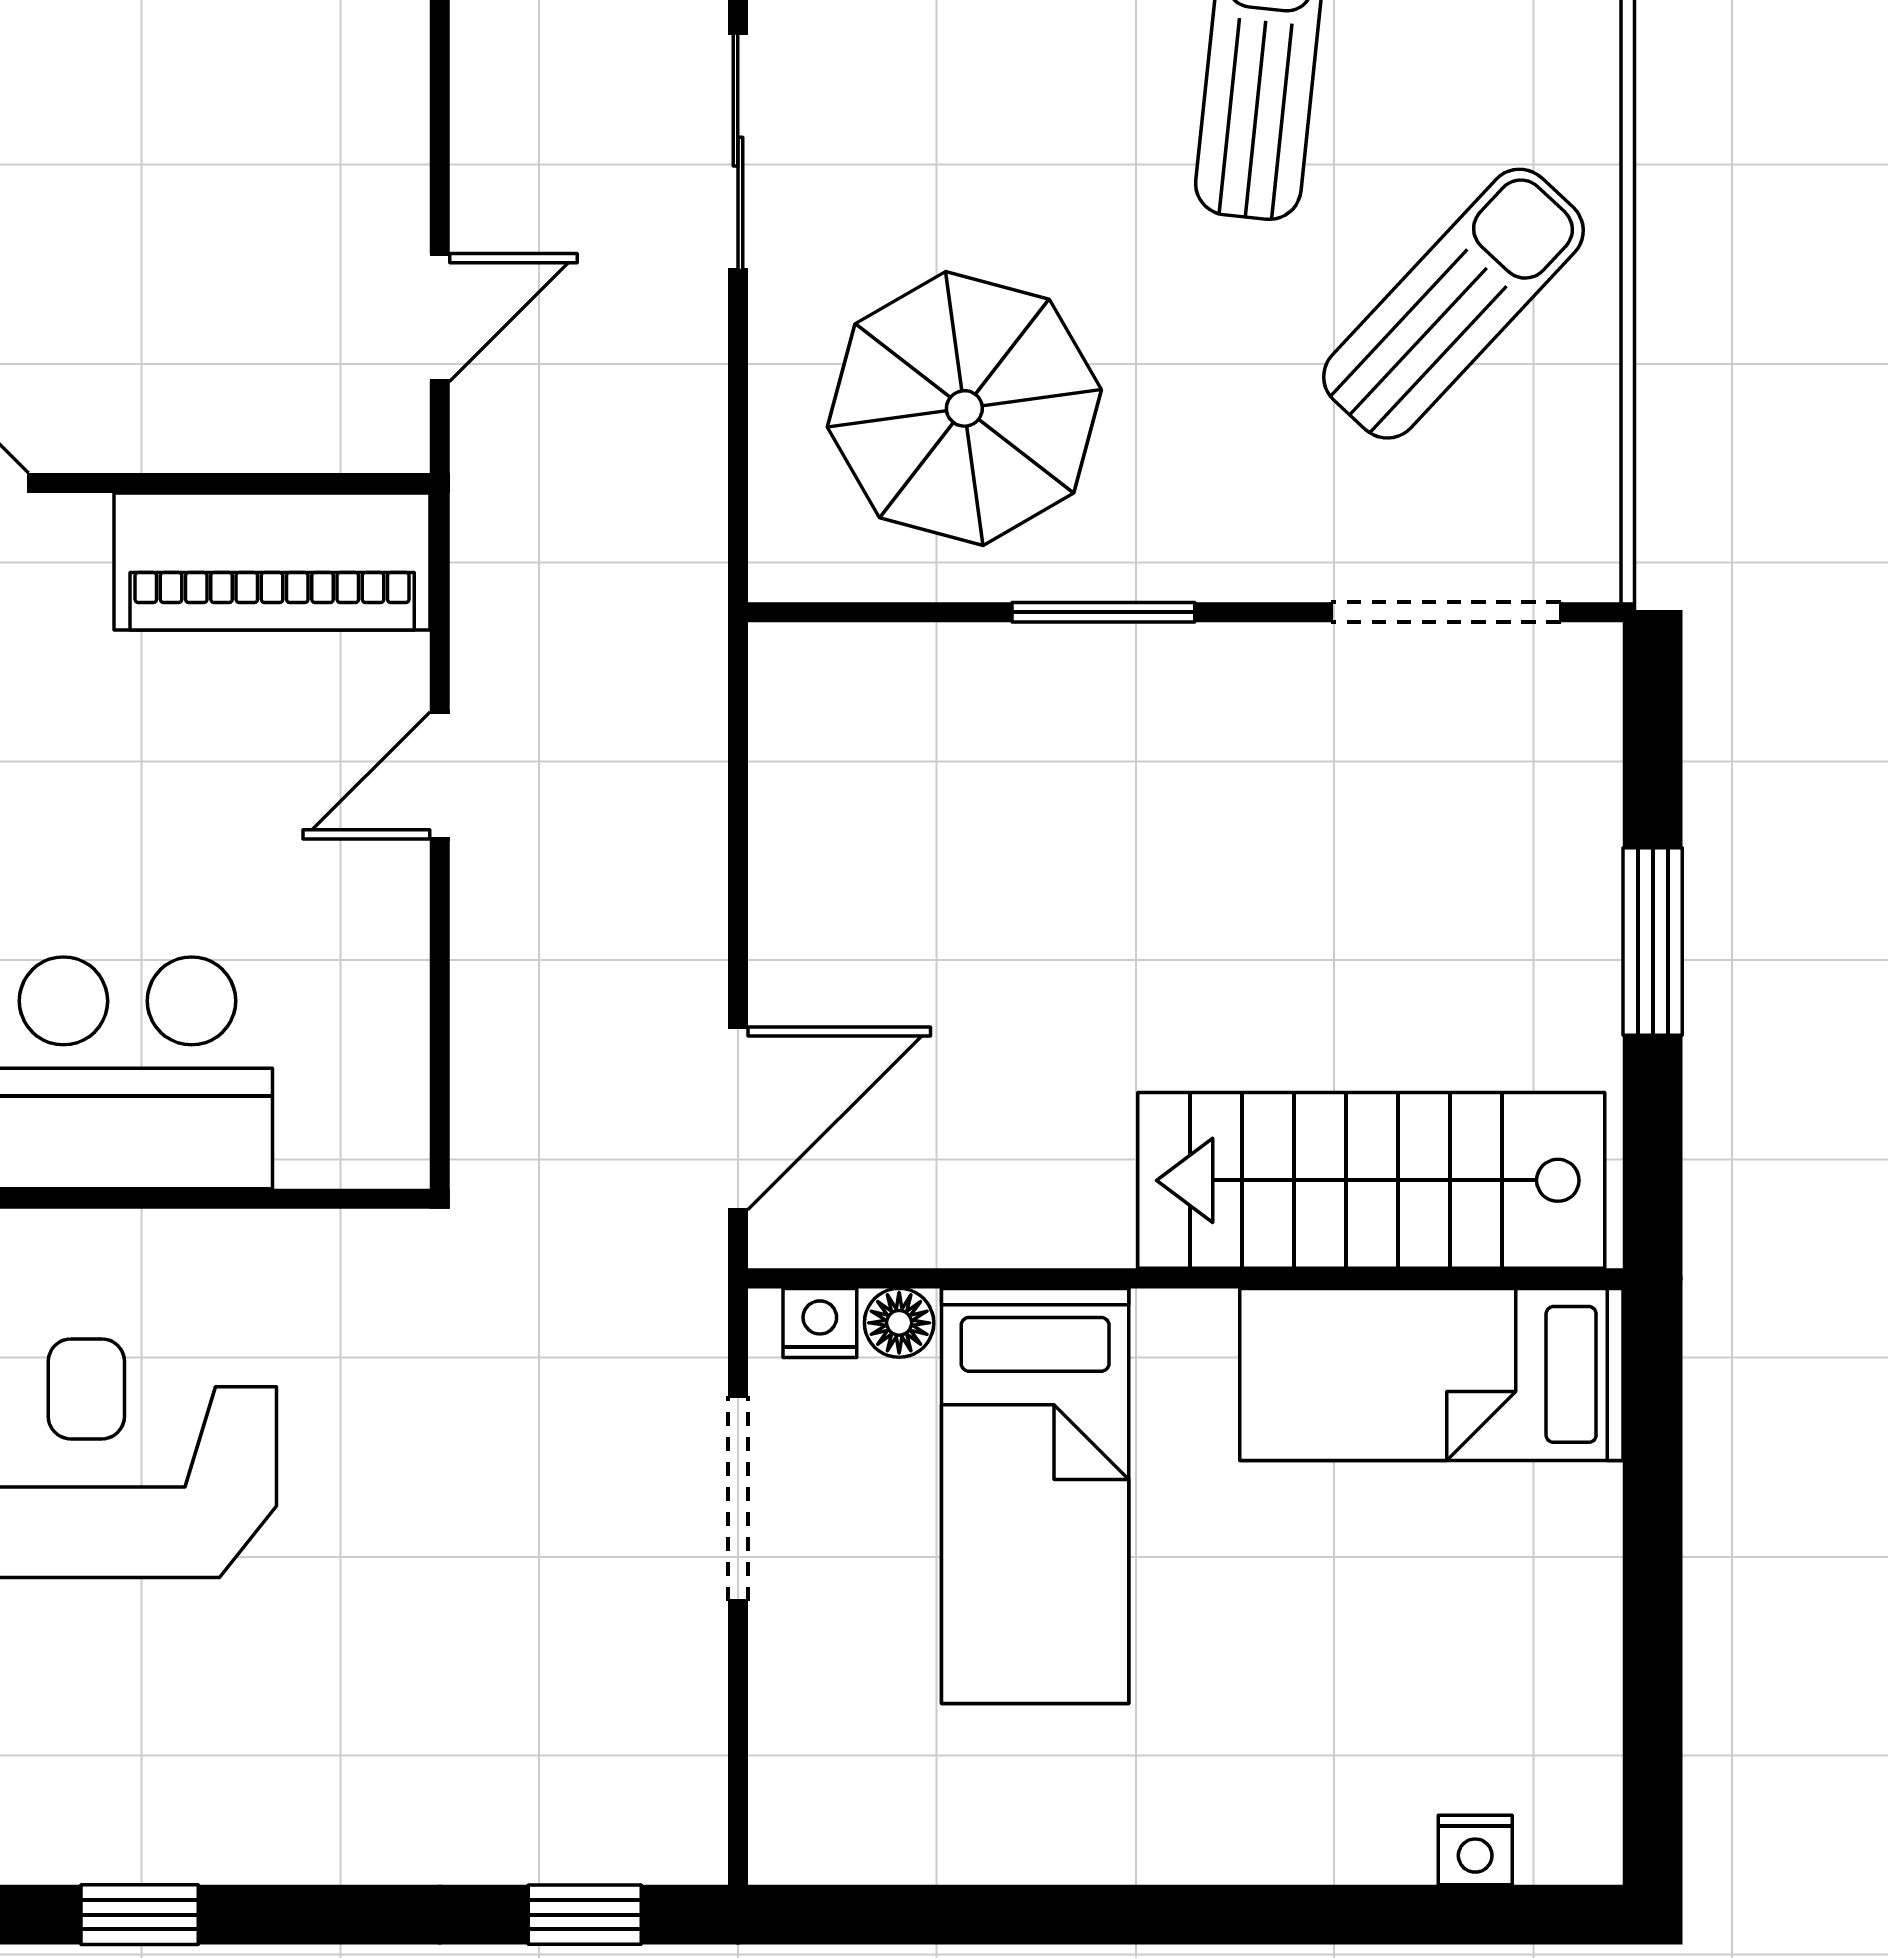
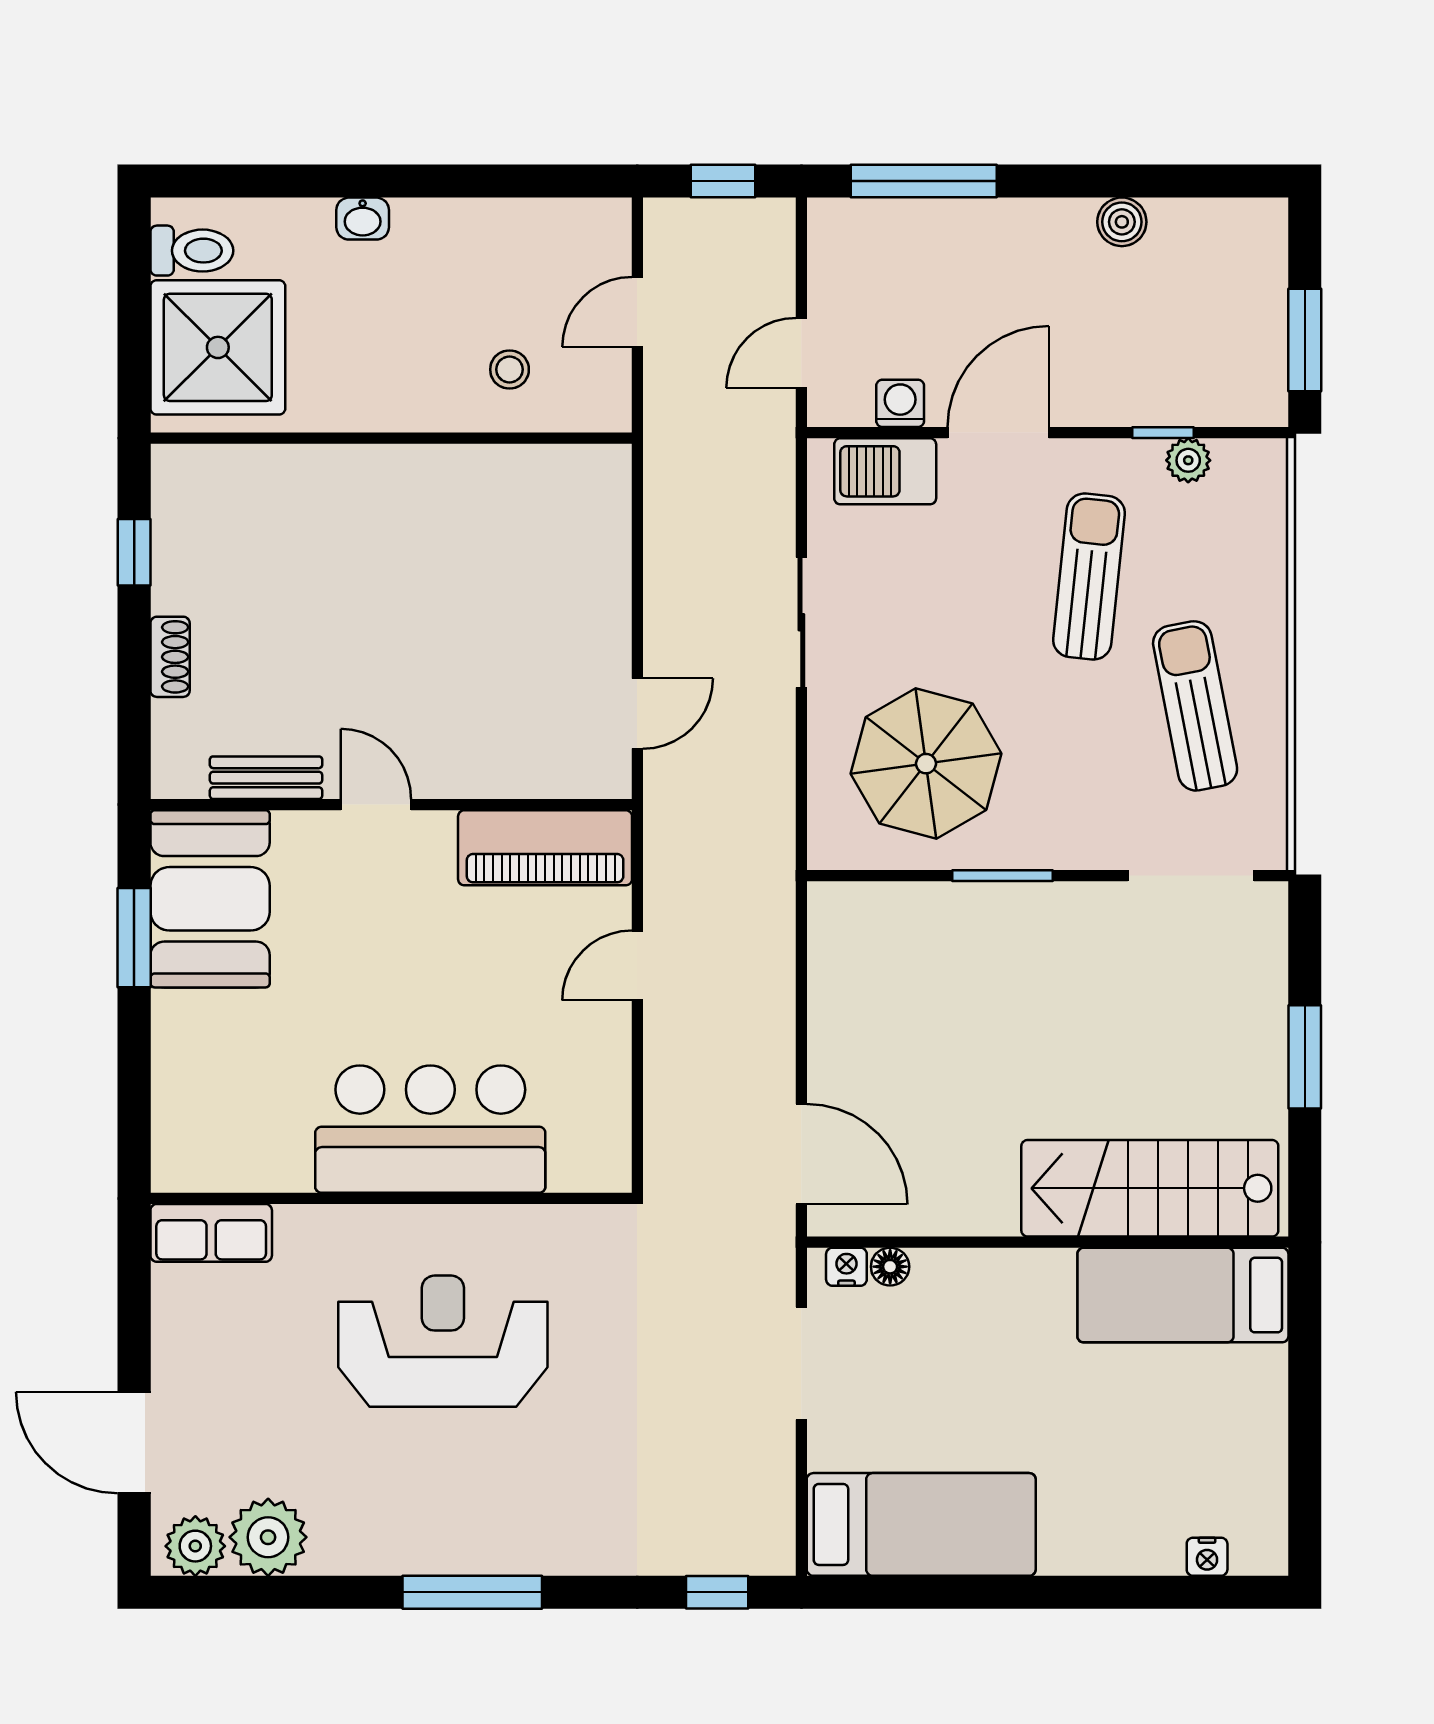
sun lounger: (1453, 304) -> (1195, 706), turned -54
door: (738, 1118) -> (801, 1154), hinge flipped
bed: (1035, 1496) -> (921, 1524), moved, turned -90
window: (140, 1915) -> (472, 1592), width x2.17

